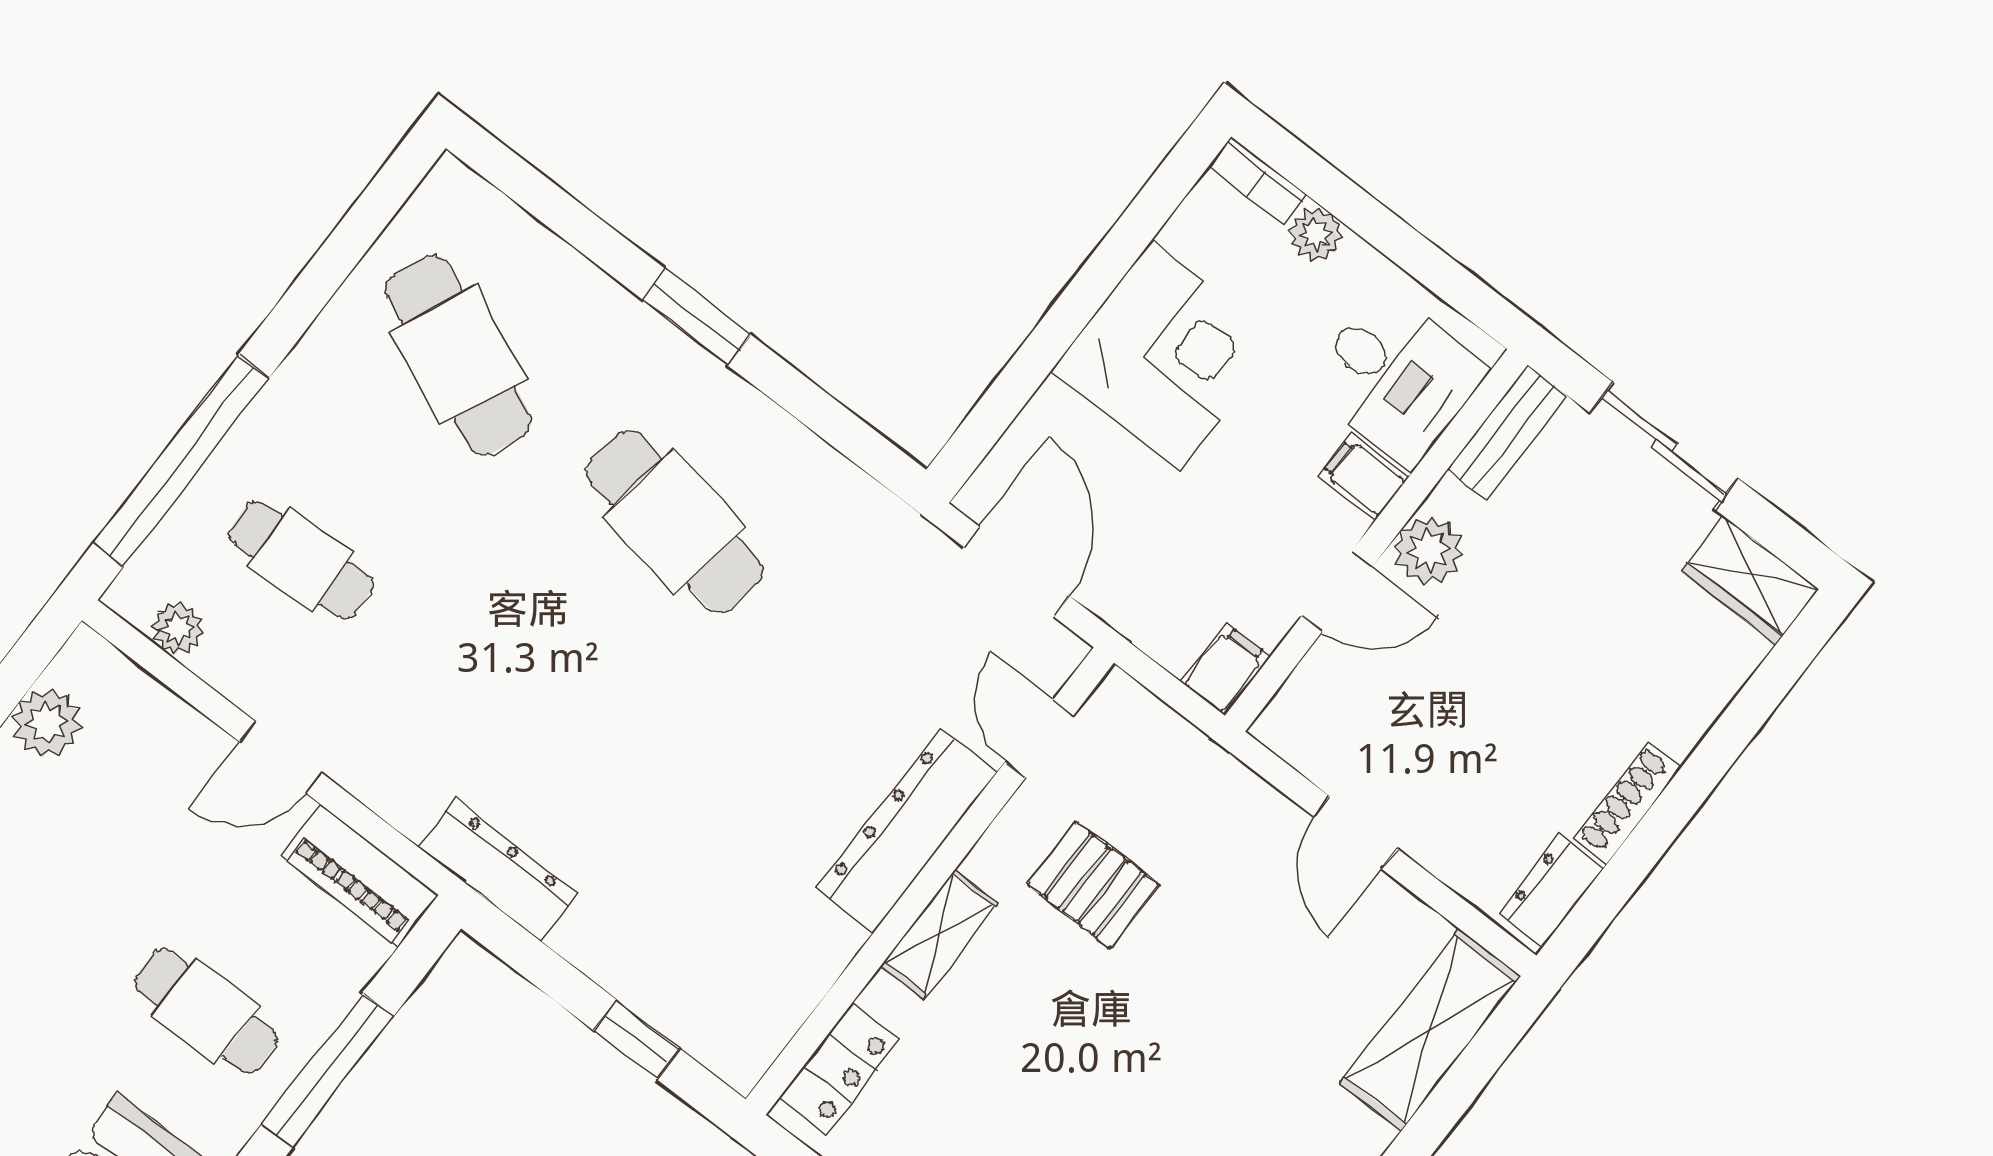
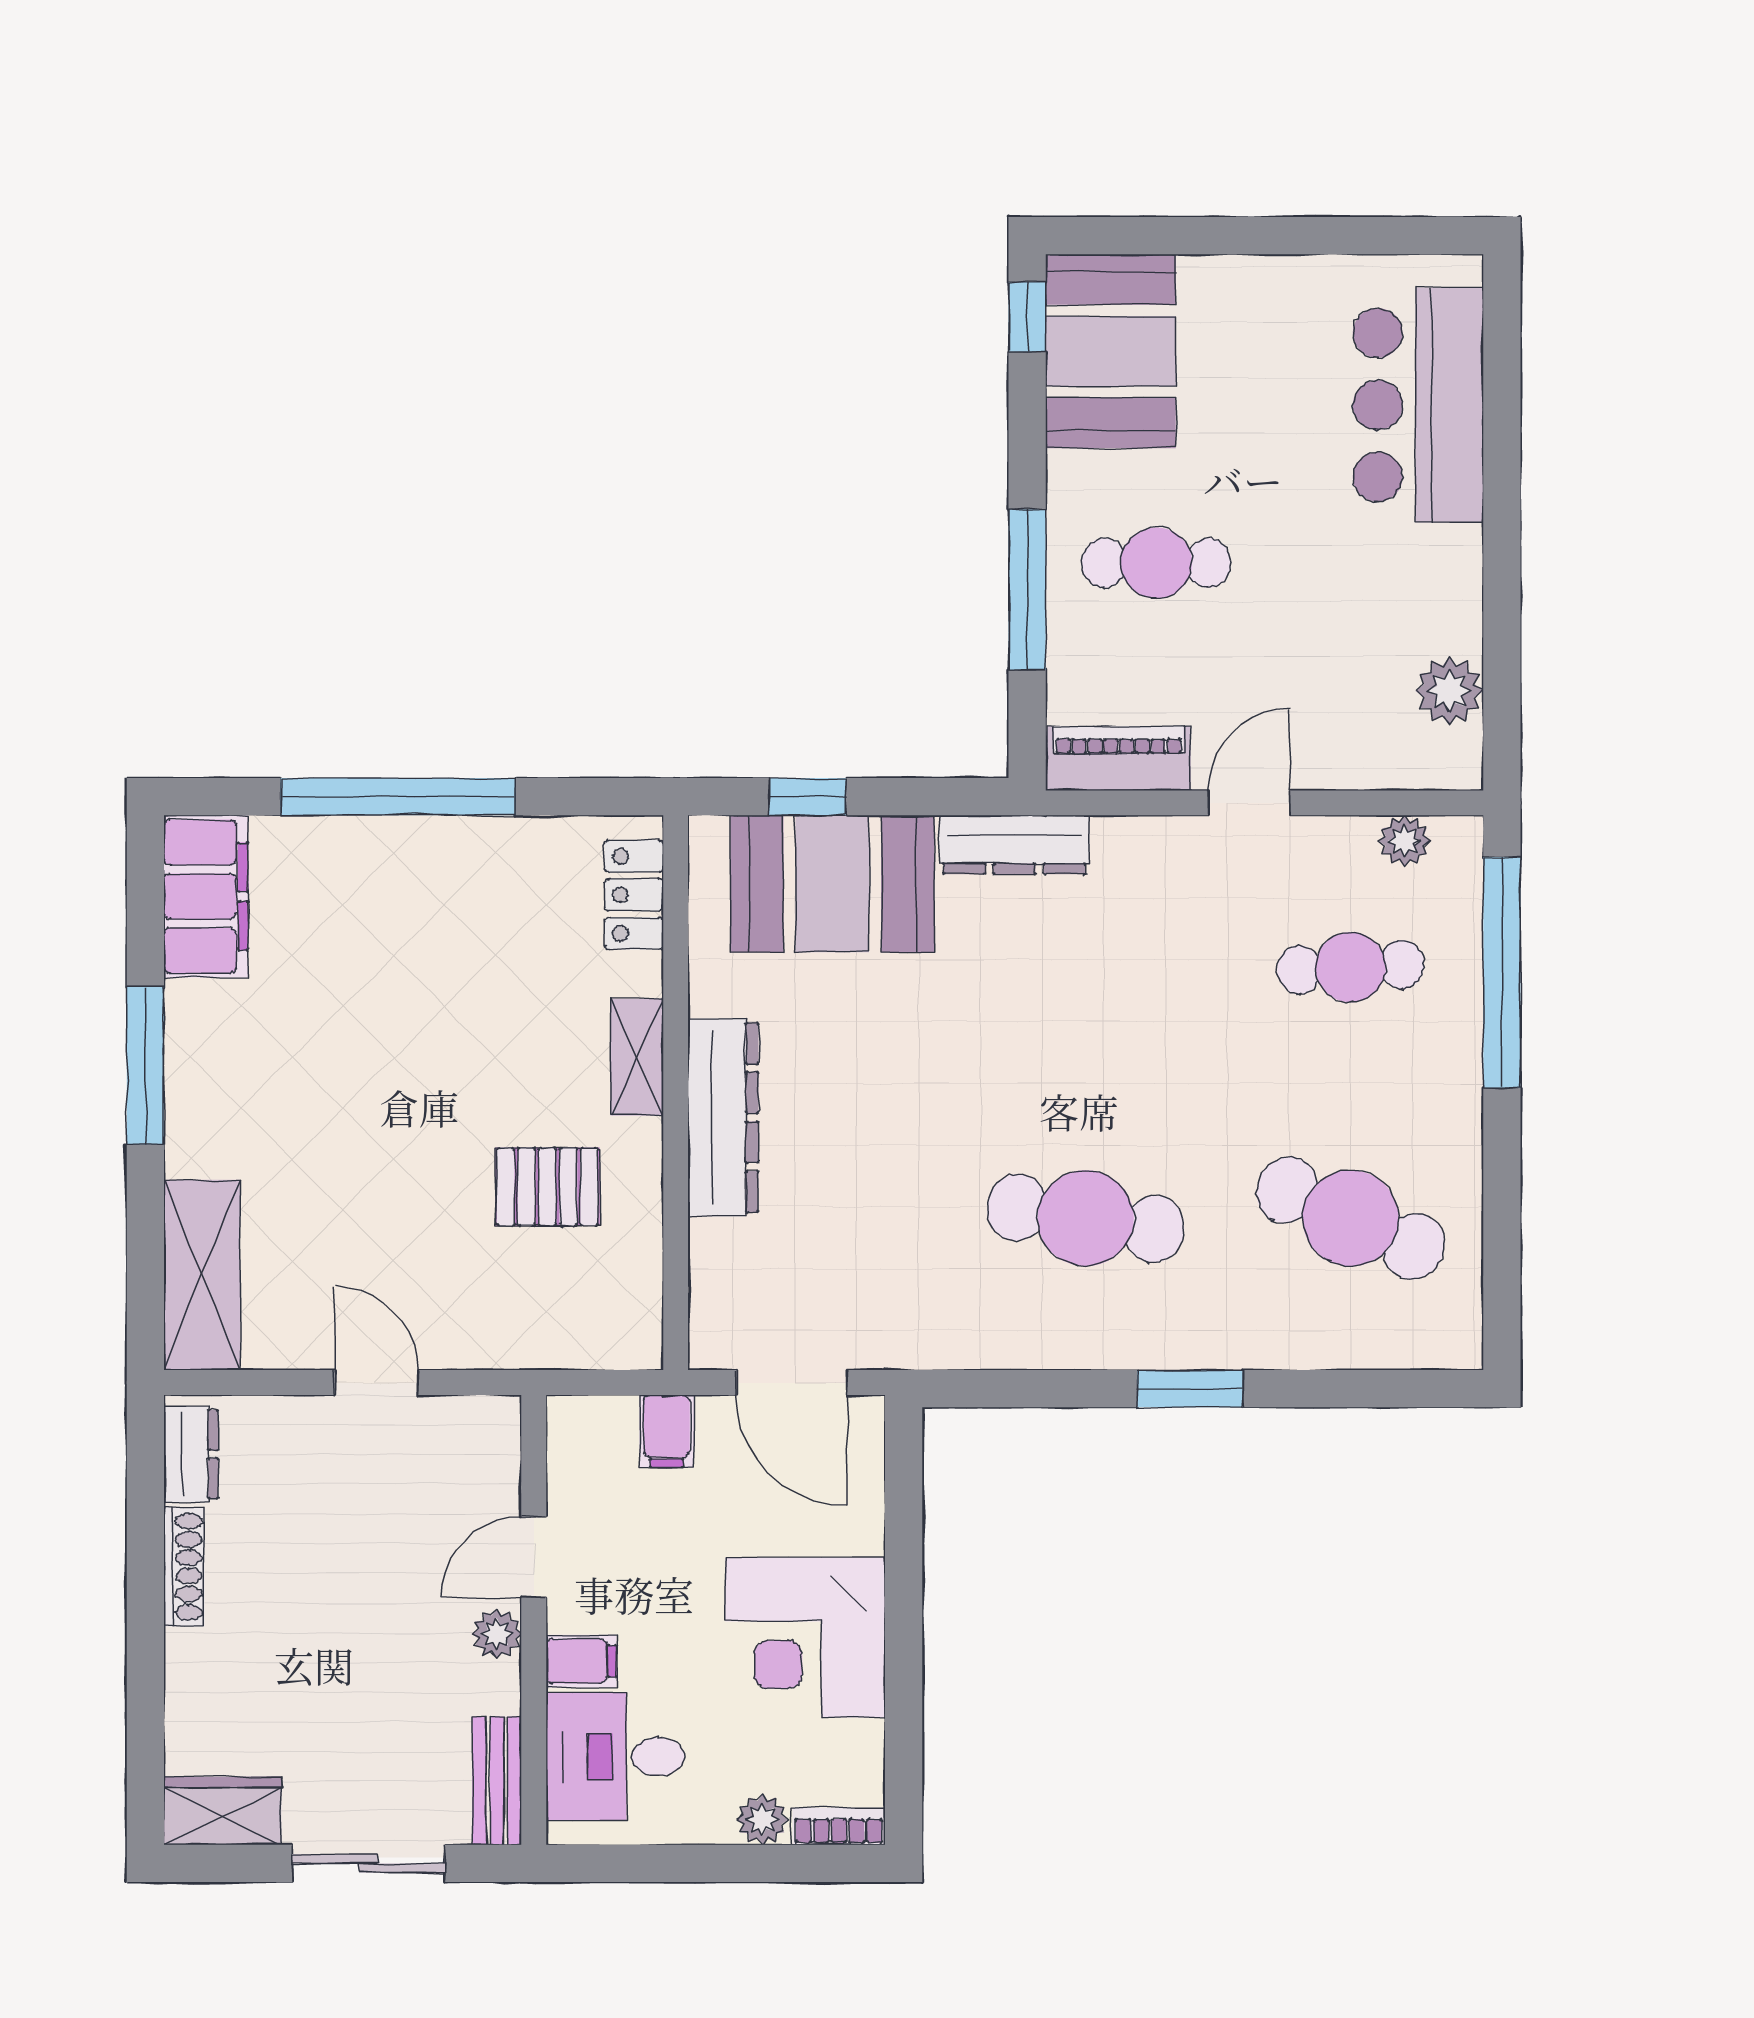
plant: (1429, 551) -> (497, 1634), width x0.73, depth x0.73
filing cabinet: (1226, 669) -> (667, 1431), moved
door: (1039, 739) -> (676, 1267), removed
booth: (671, 953) -> (832, 884), added

